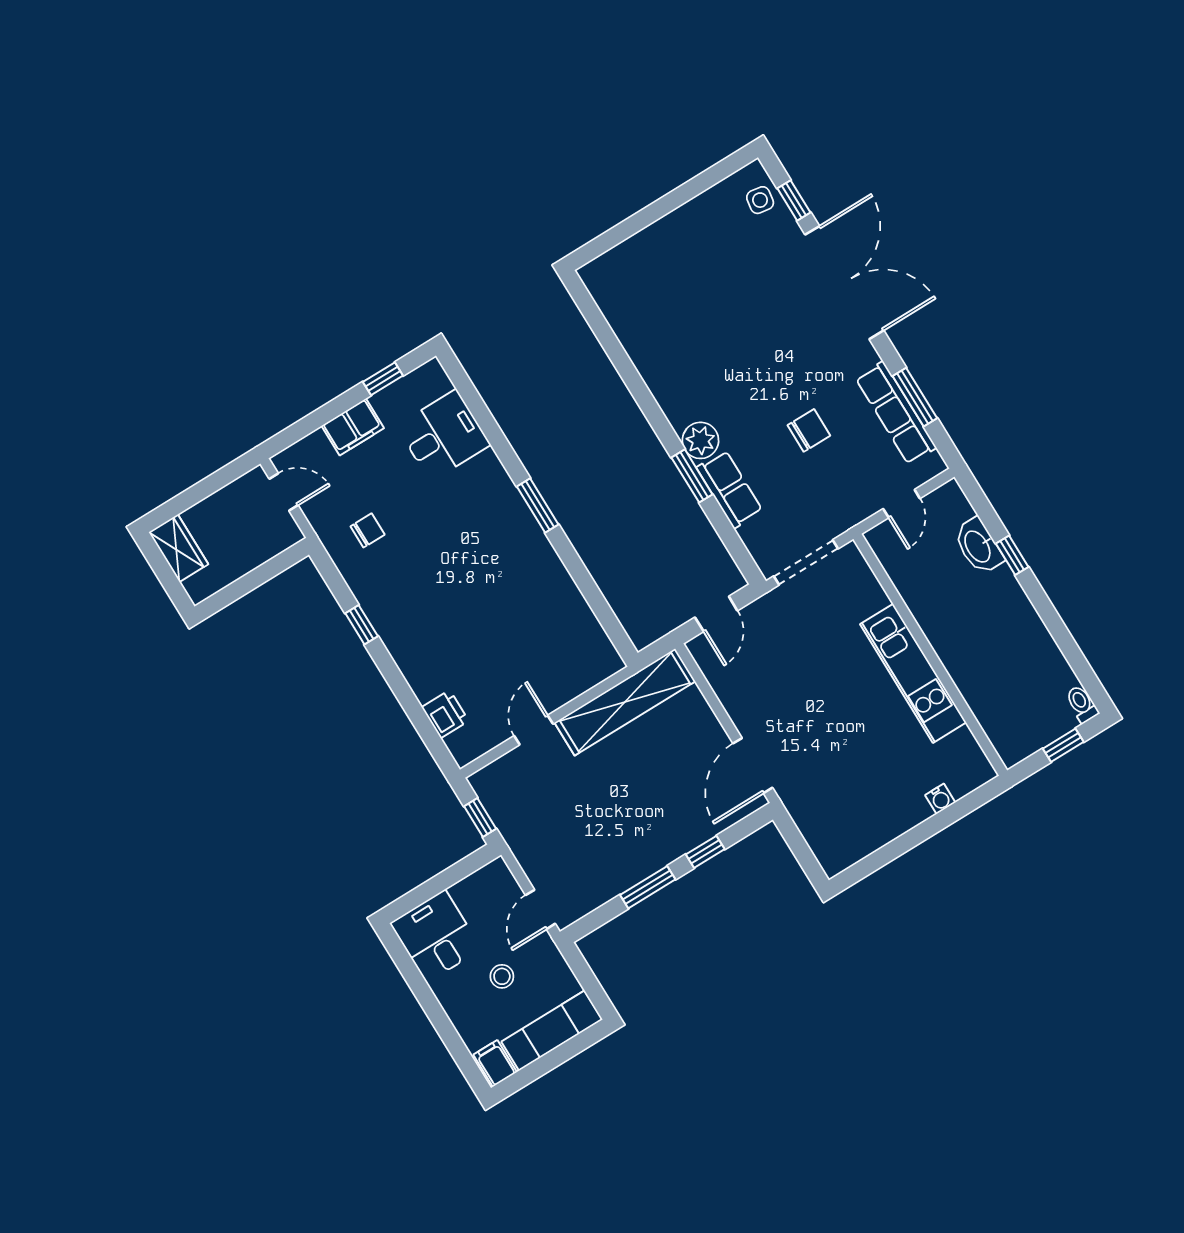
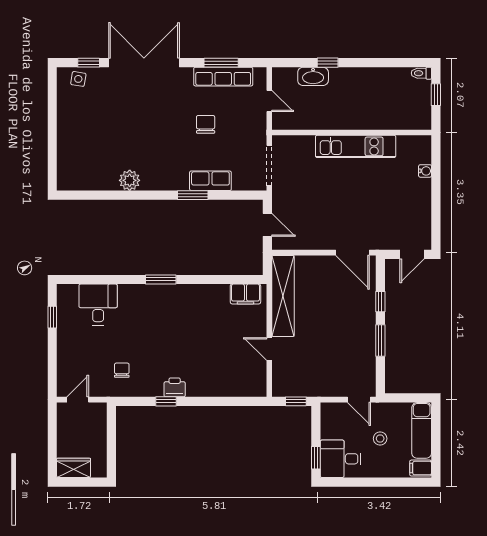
filing cabinet: (353, 427) -> (245, 294), moved, turned 90
plant: (700, 440) -> (130, 180), moved
printer: (445, 714) -> (175, 387), moved
door: (804, 856) -> (412, 254), added
window: (415, 898) -> (316, 458), added

